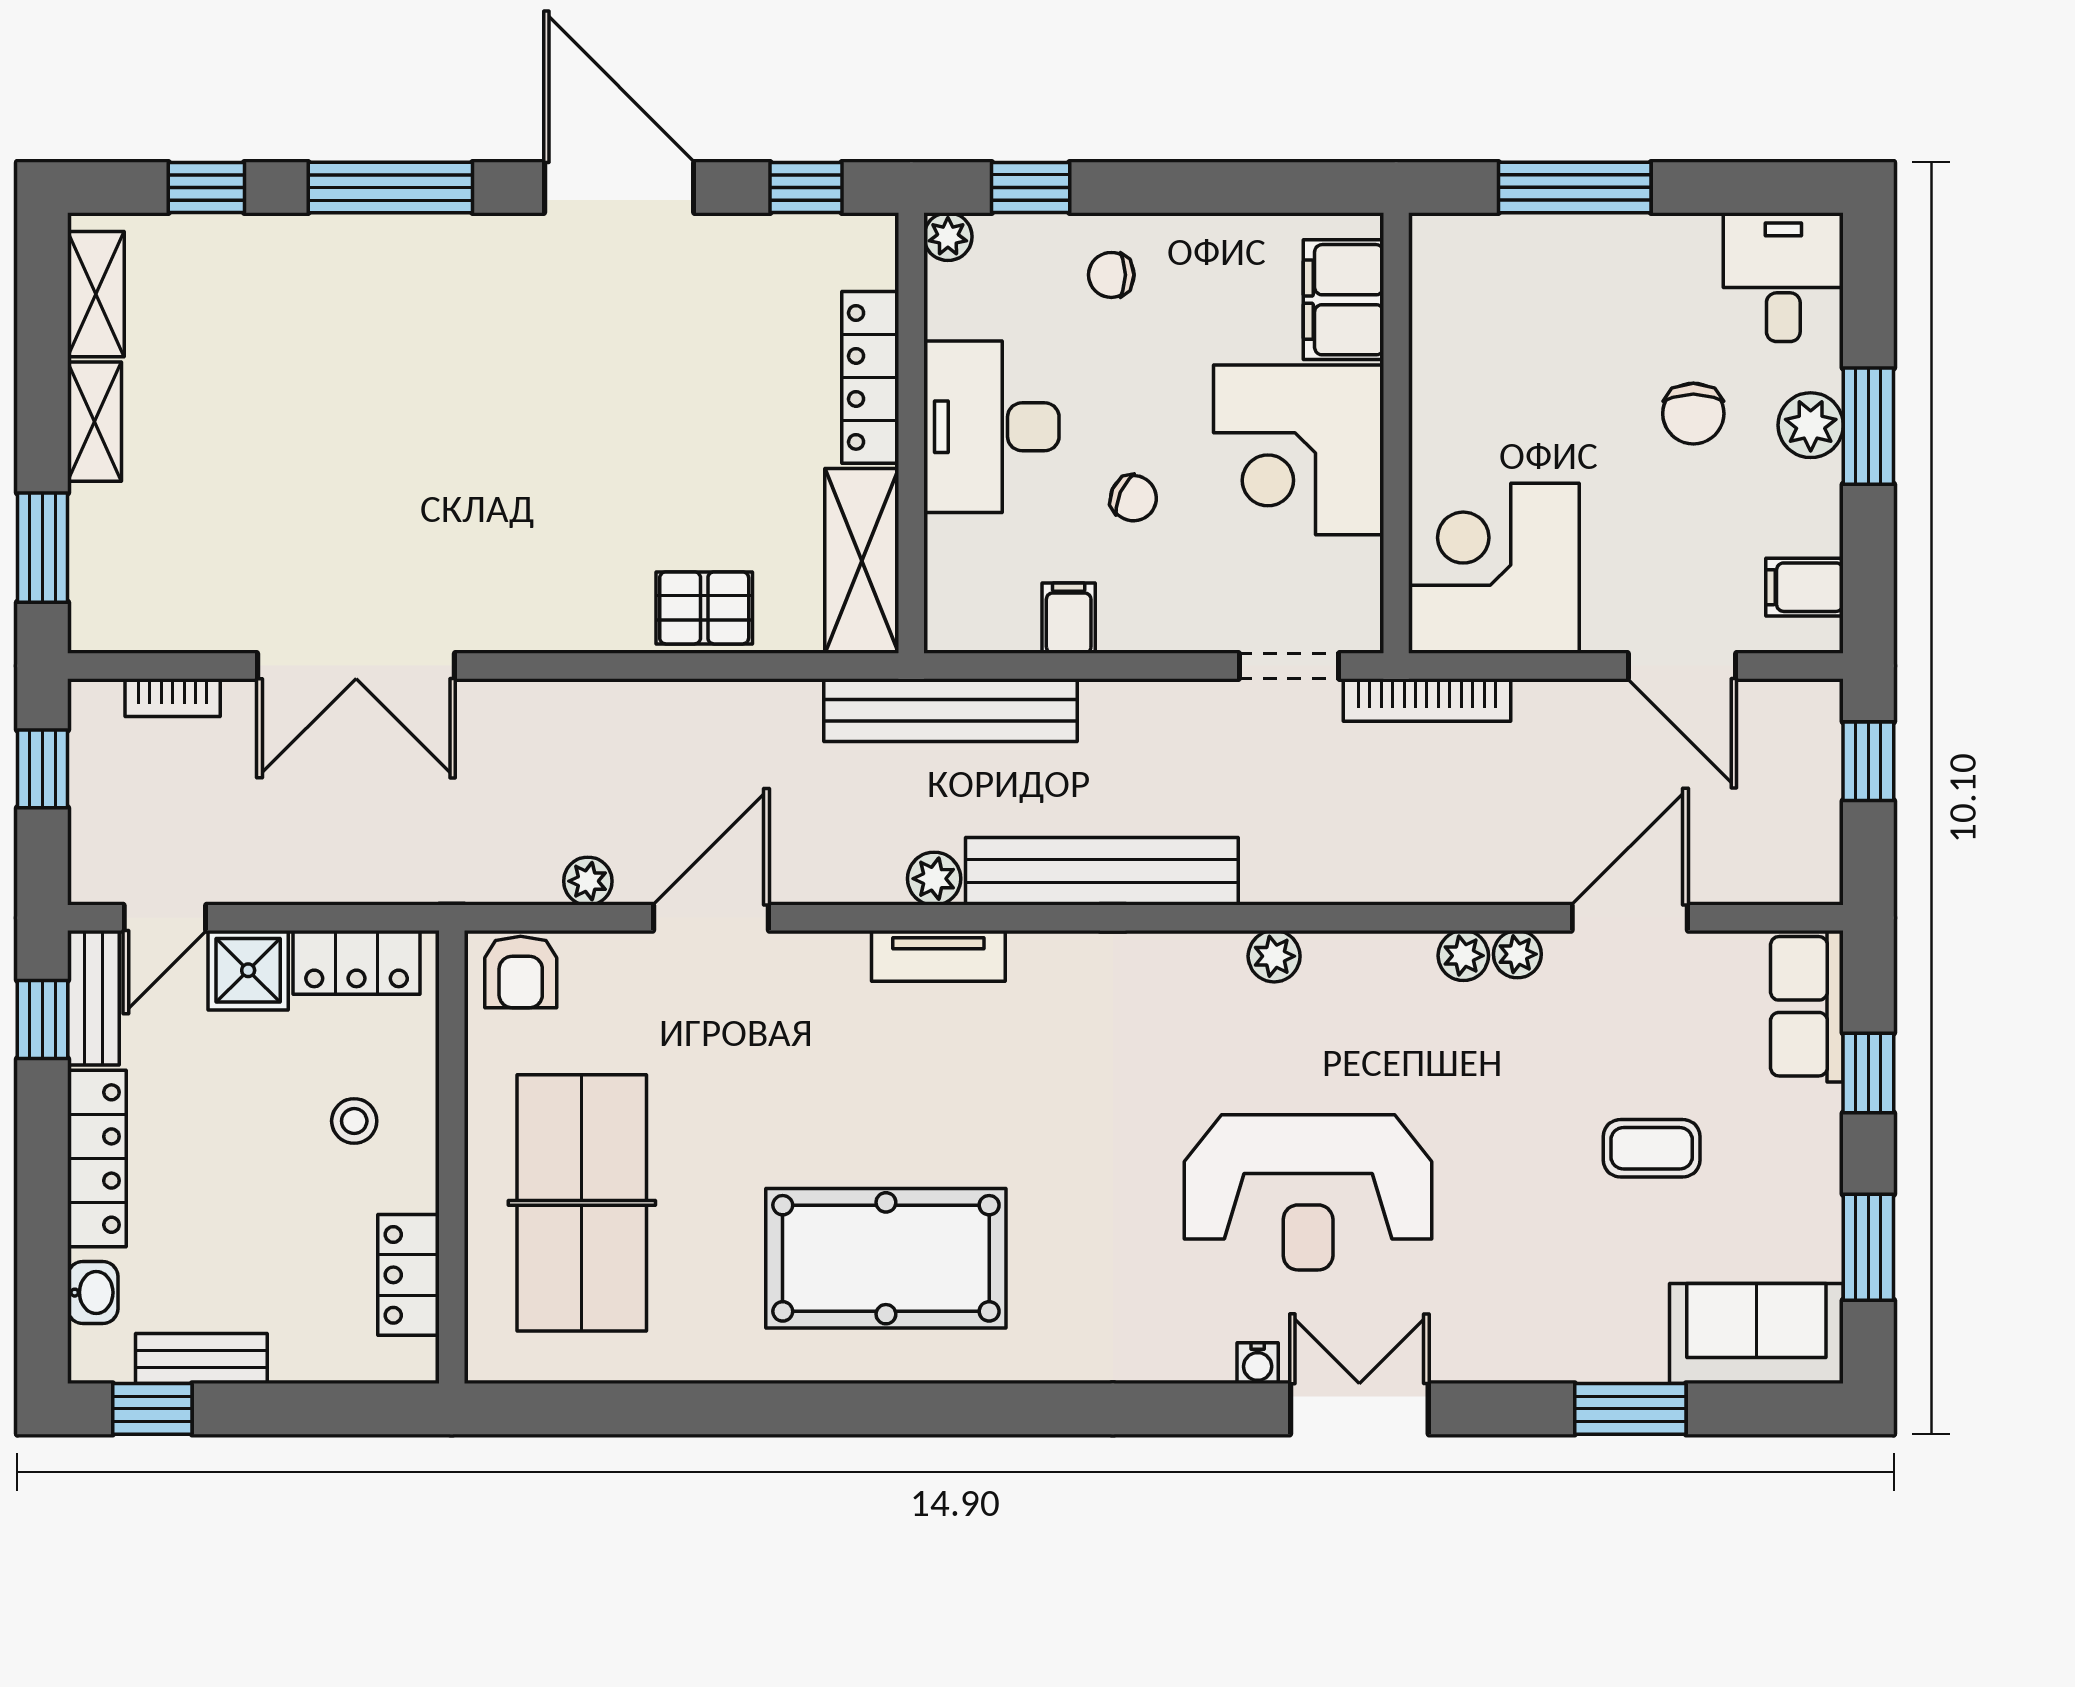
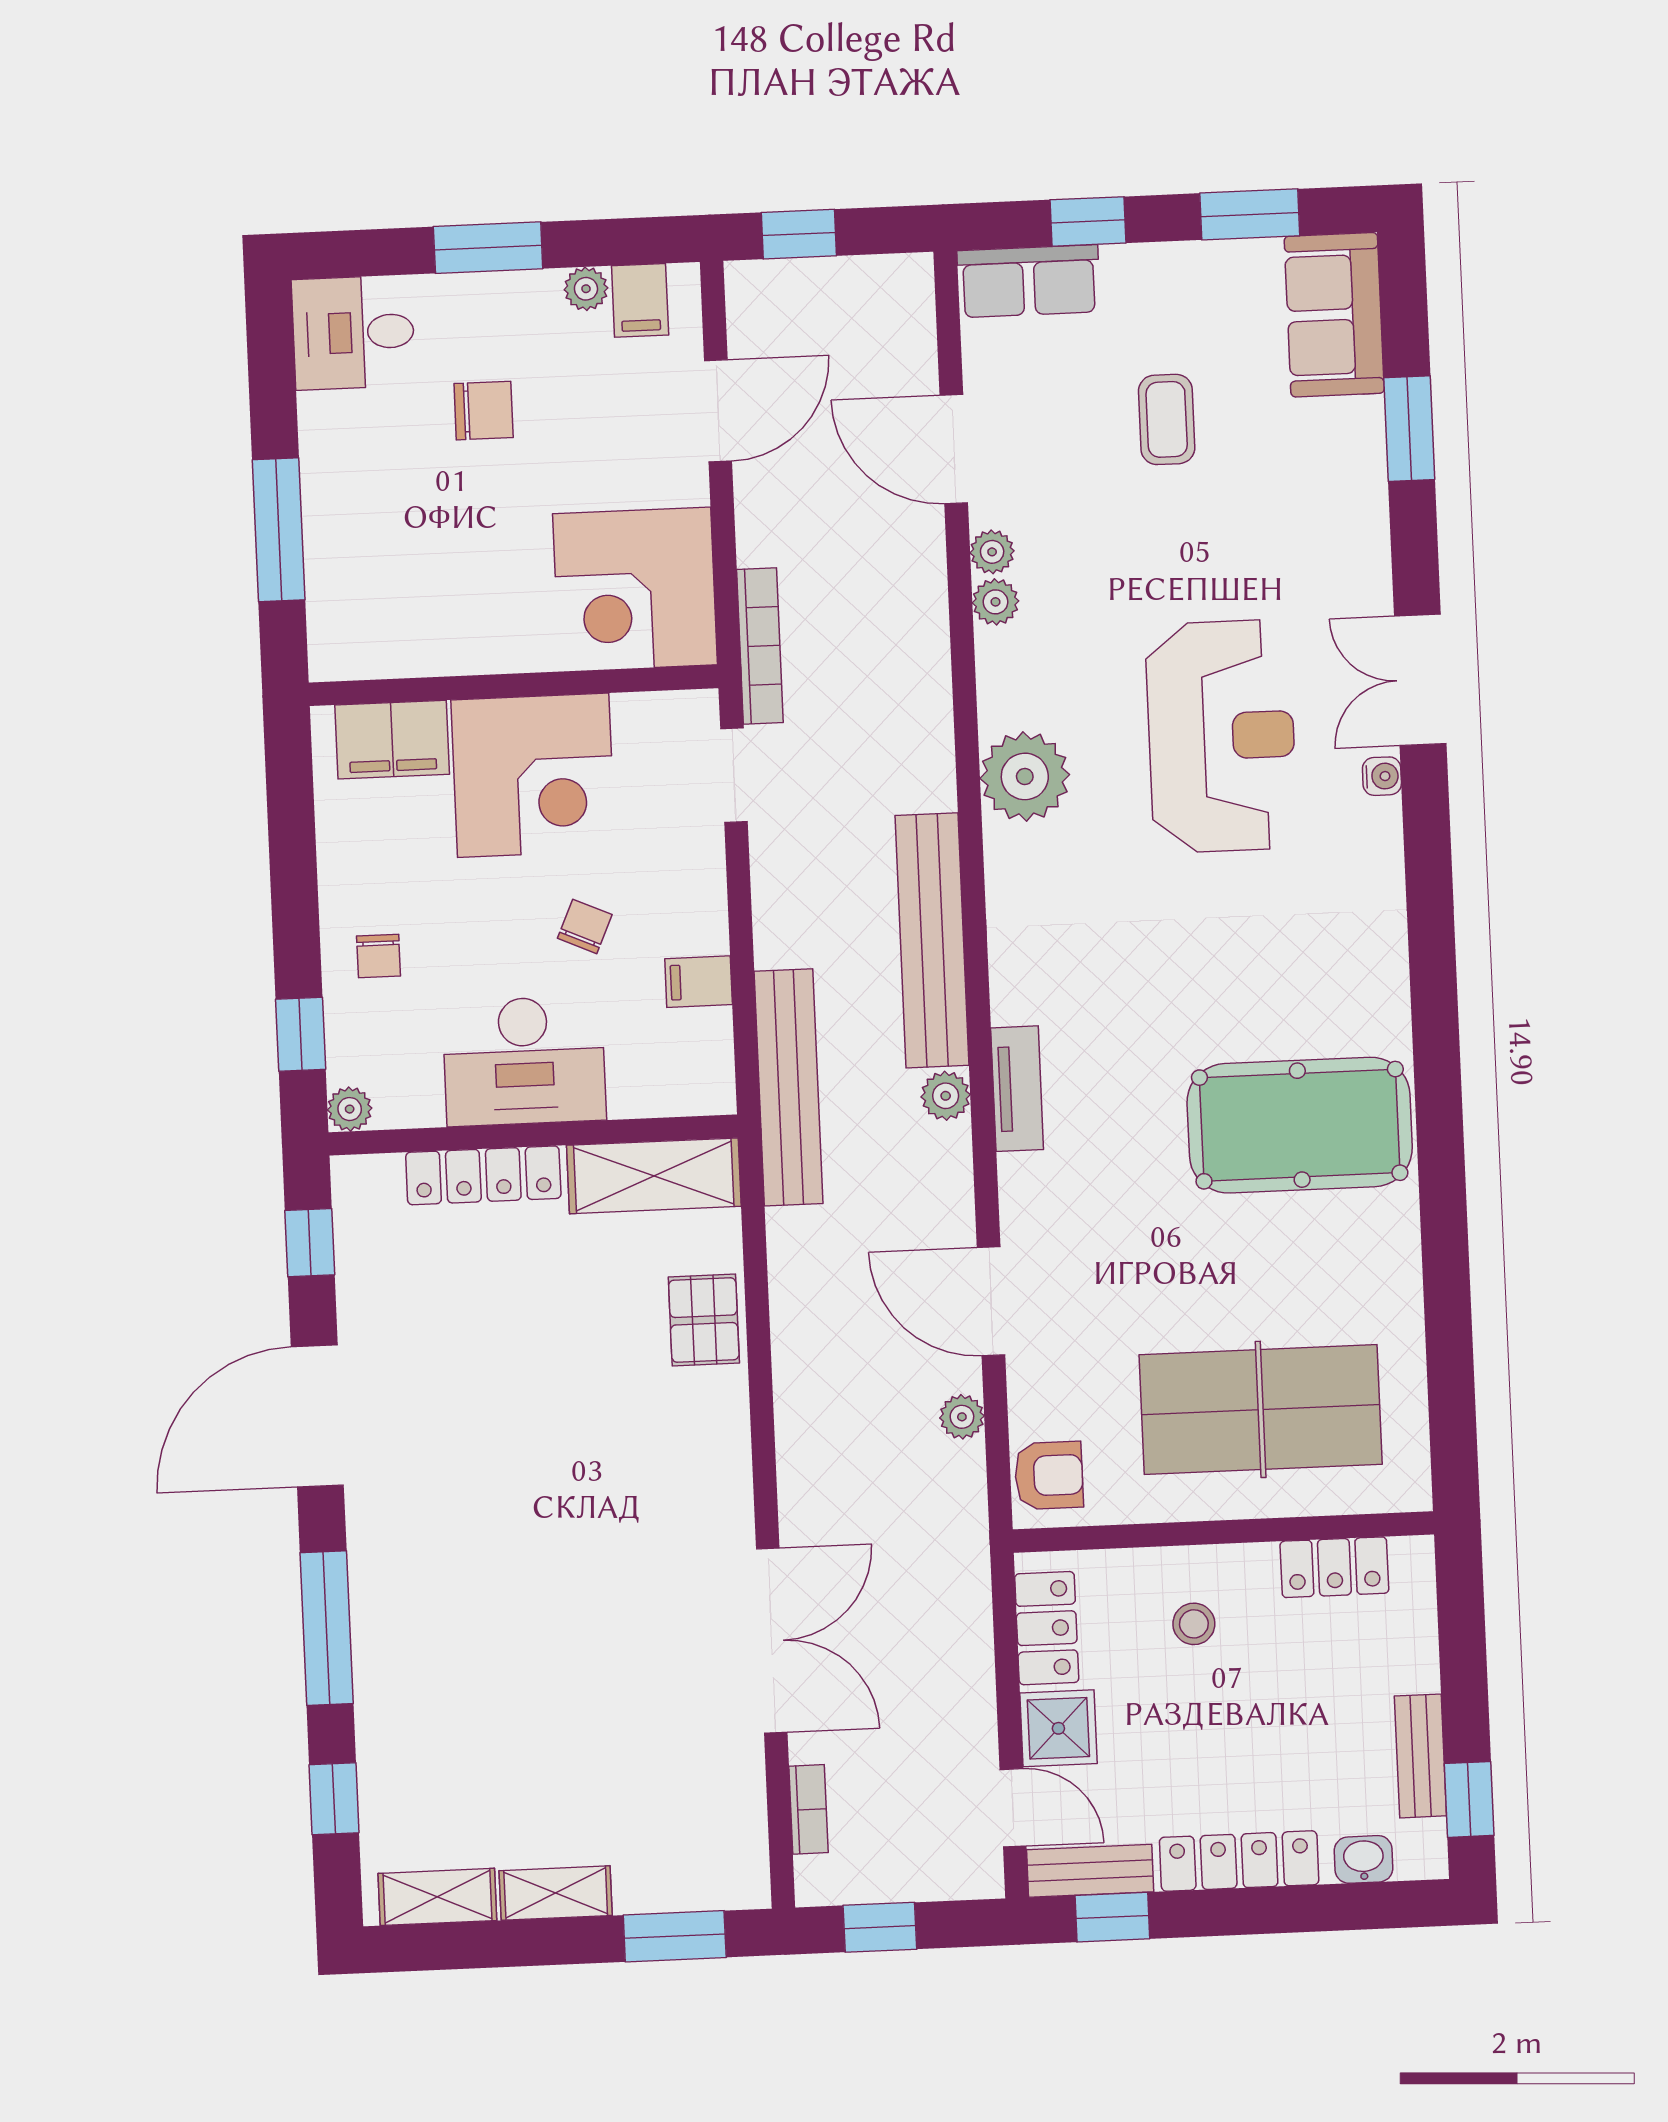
plant: (1811, 425) -> (586, 289), moved, width x0.73, depth x0.73
plant: (1274, 956) -> (1025, 776), width x1.87, depth x1.87
pool table: (886, 1258) -> (1300, 1125), turned 90

